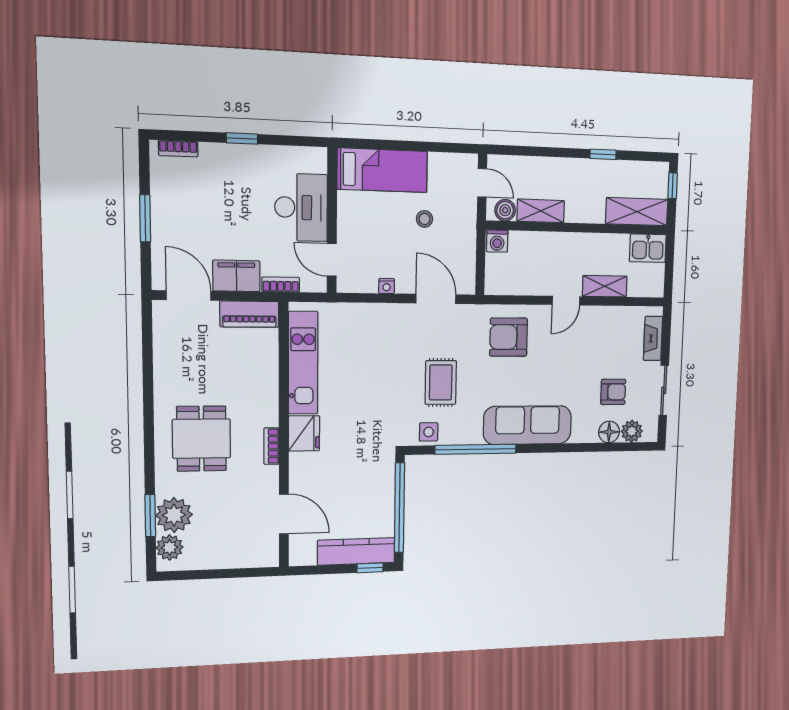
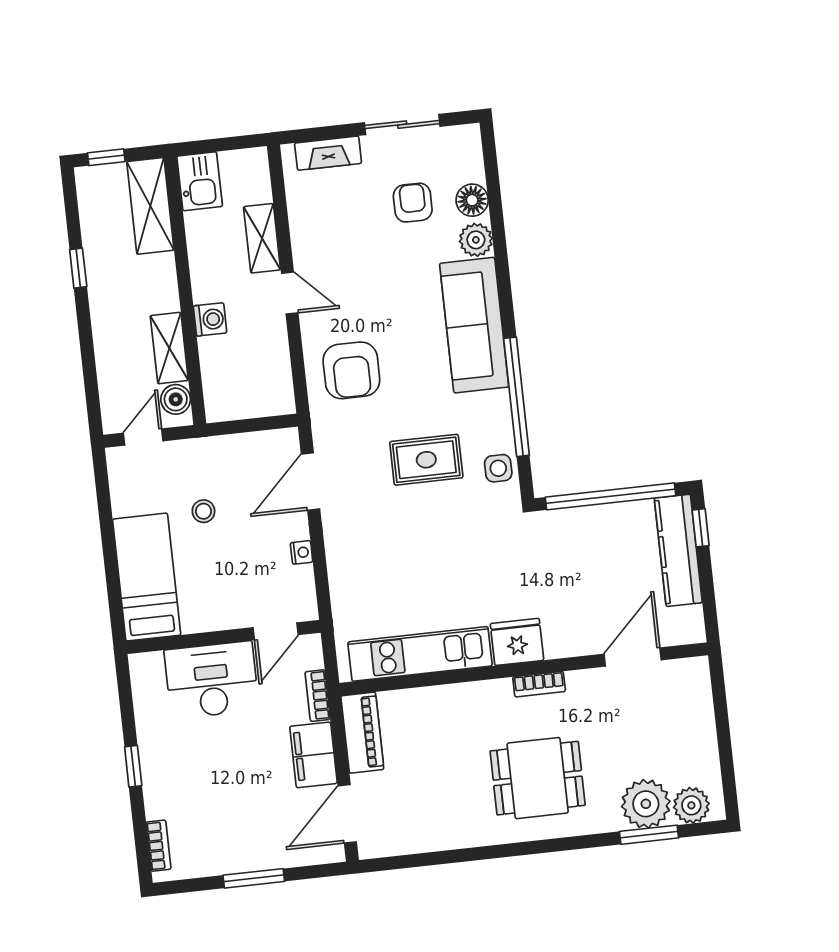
washing machine: (497, 241) -> (210, 319), moved
plant: (632, 431) -> (476, 240), moved

